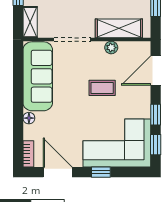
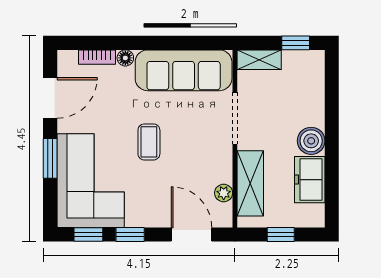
plant: (111, 48) -> (224, 193), moved
coffee table: (102, 88) -> (149, 142), moved
bookcase: (28, 154) -> (97, 57), moved
window: (101, 172) -> (50, 158), width x1.50

